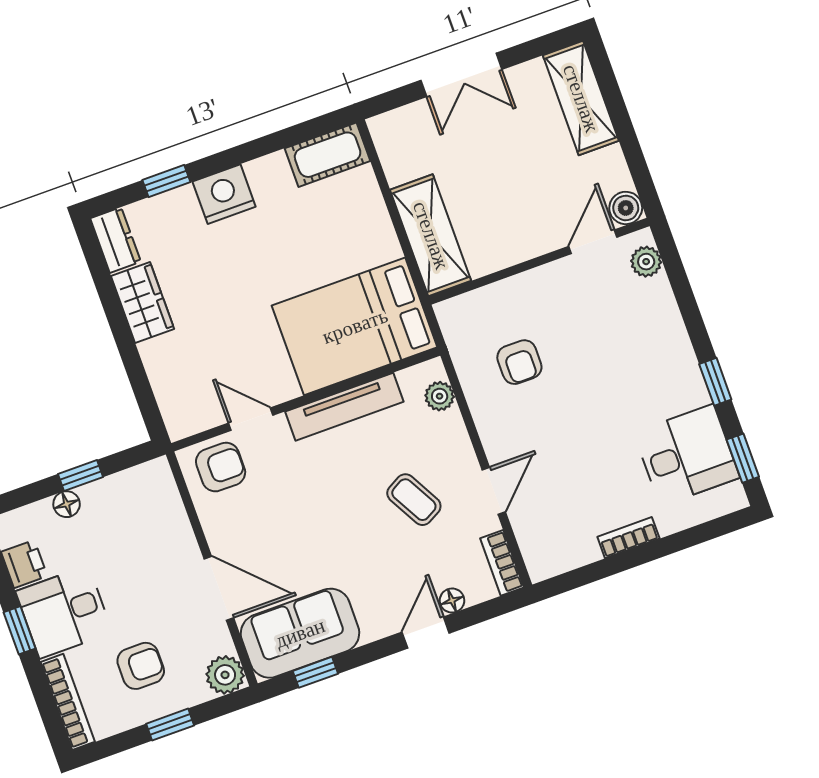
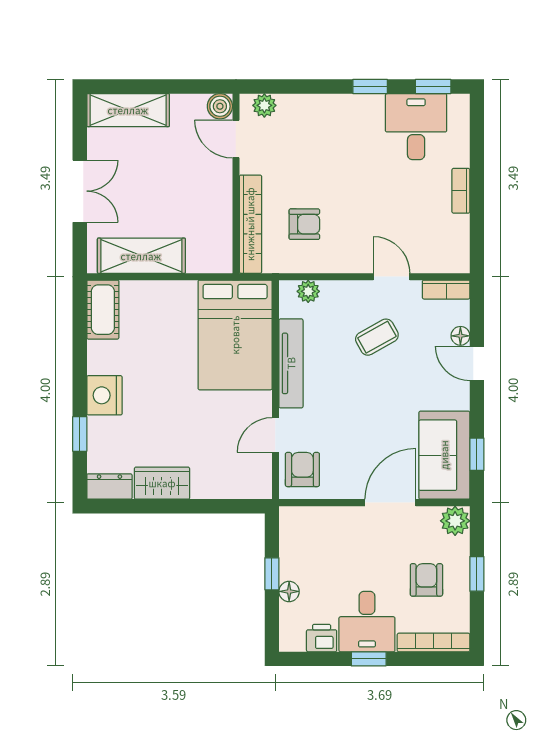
shelving: (431, 235) -> (141, 256), moved
bookcase: (496, 297) -> (250, 224), added

